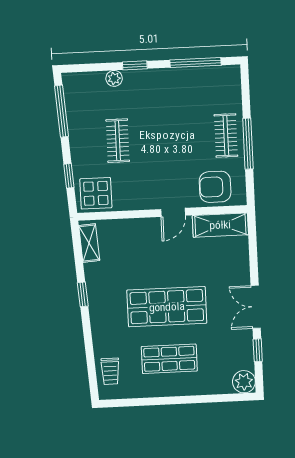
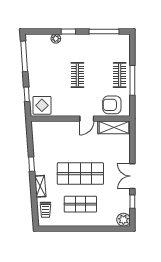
clothes rail: (118, 141) -> (77, 75), moved
shelving: (89, 243) -> (40, 186), moved

